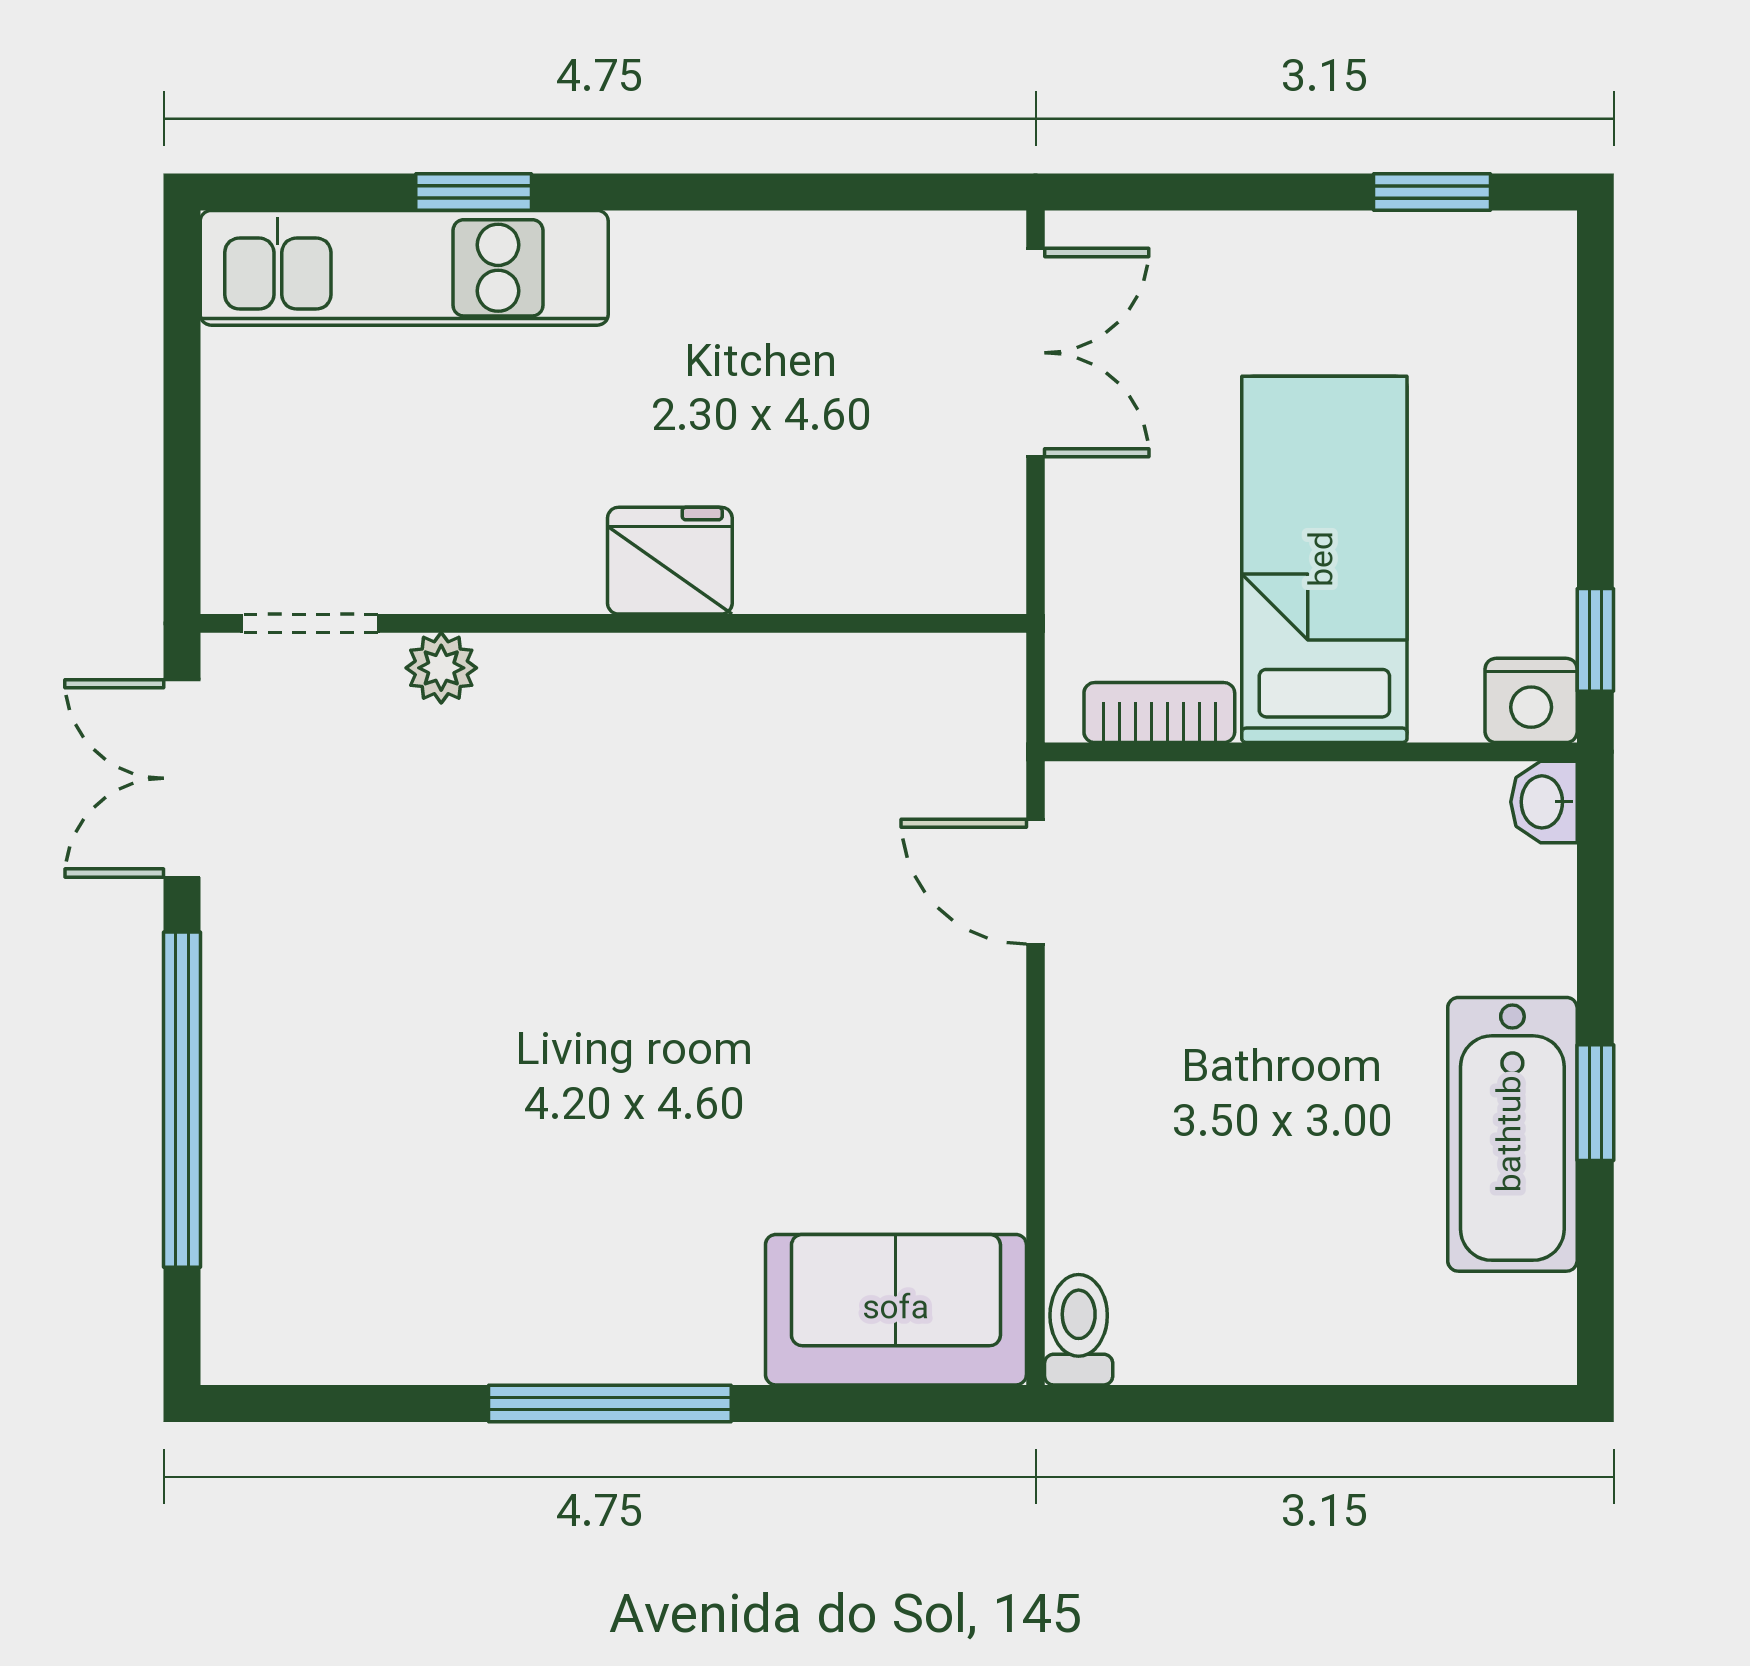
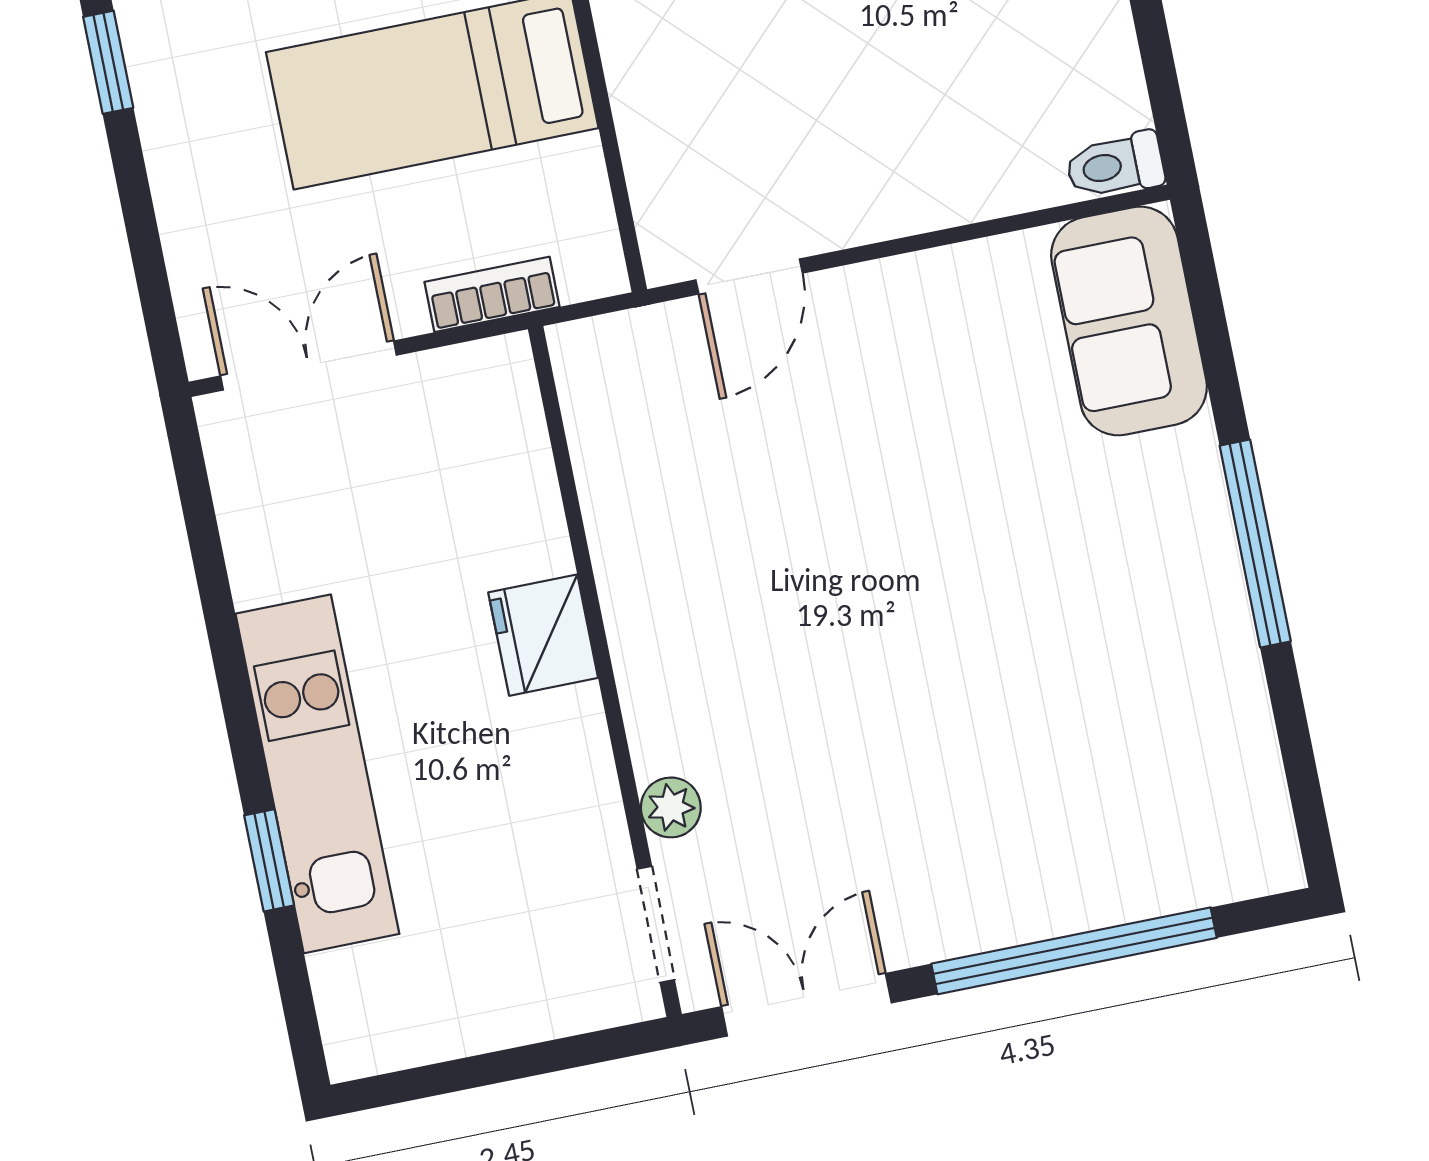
kitchen unit: (404, 268) -> (317, 774), moved
bookcase: (1159, 713) -> (492, 294), moved, turned 90
double door: (182, 778) -> (806, 1005), swing flipped

